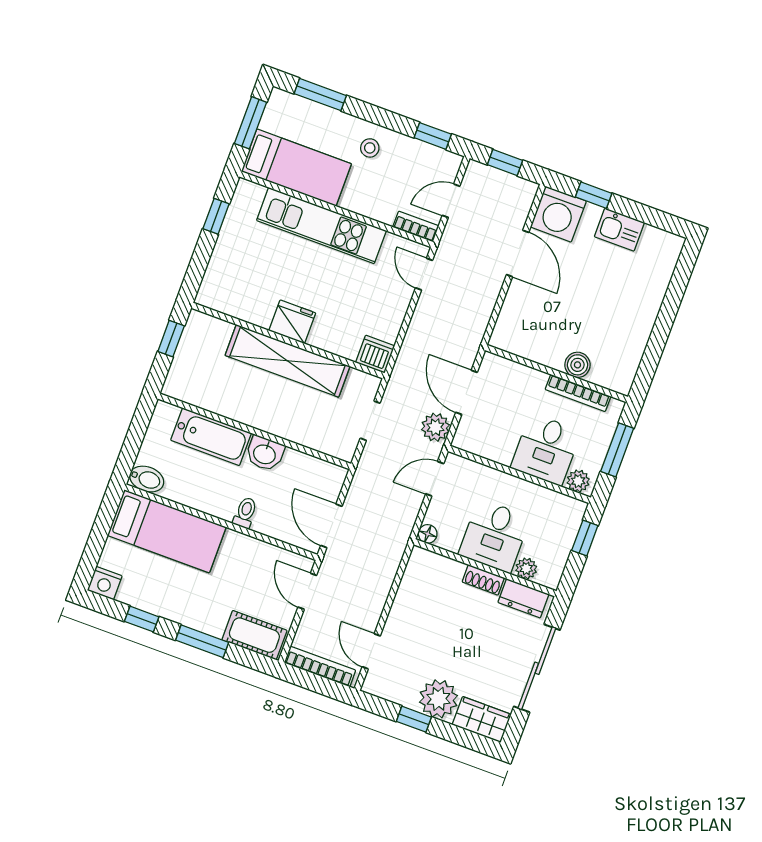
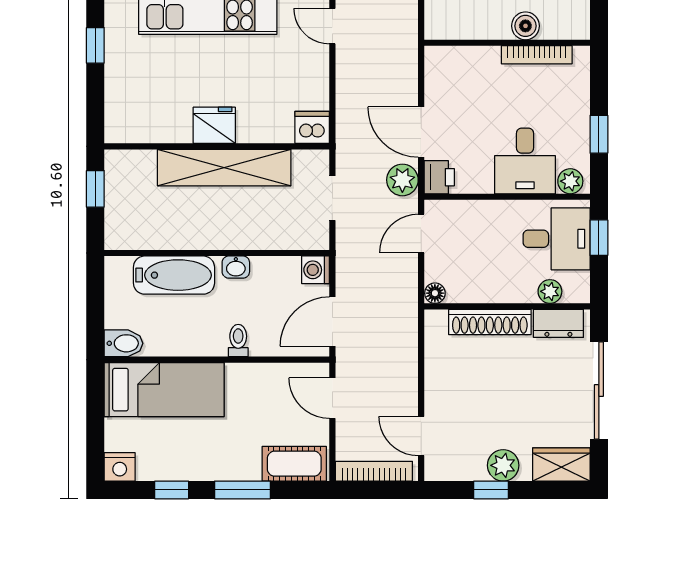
boiler: (577, 365) -> (525, 26), moved
wall: (557, 373) -> (507, 43), moved
bookcase: (578, 393) -> (537, 55), moved
printer: (468, 436) -> (439, 177), added
window: (617, 450) -> (599, 134), width x0.67
washbasin: (265, 454) -> (236, 267), width x0.72, depth x0.69
washing machine: (333, 477) -> (316, 270), added
door: (331, 526) -> (332, 322), hinge flipped
desk: (494, 536) -> (557, 239), moved, turned -90
shoe rack: (483, 580) -> (490, 322), width x1.94, depth x1.24
plant: (439, 699) -> (503, 465), width x0.73, depth x0.73

